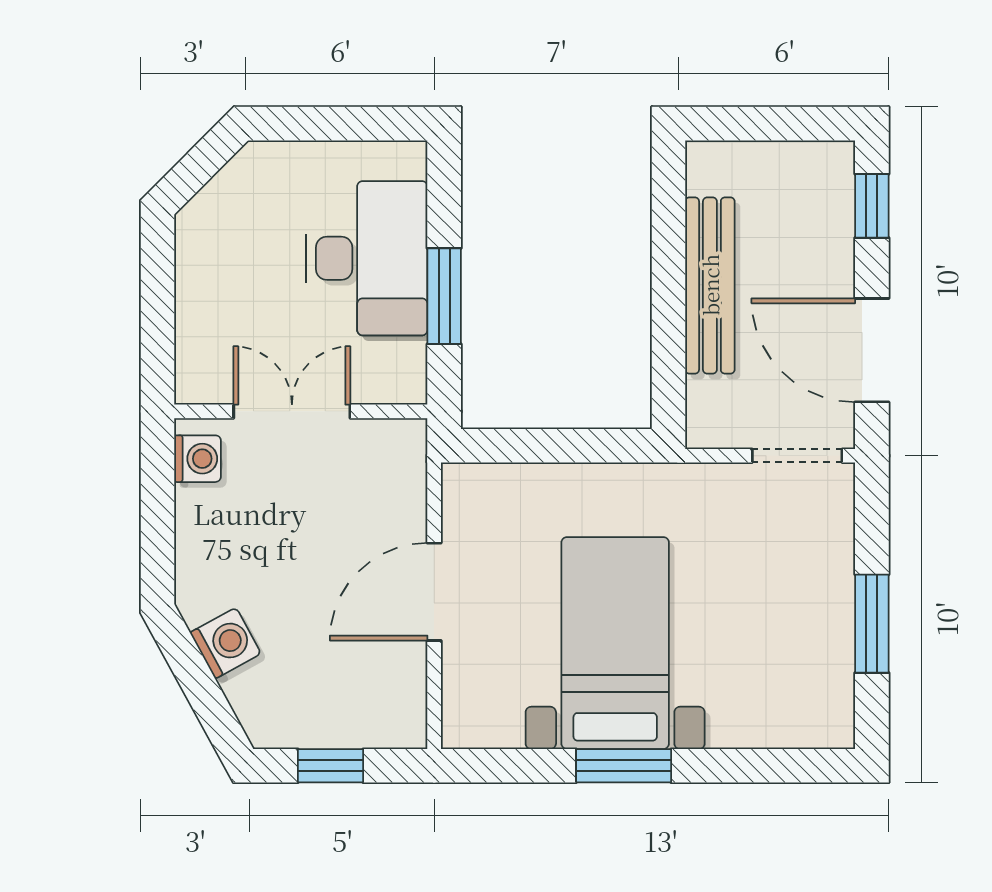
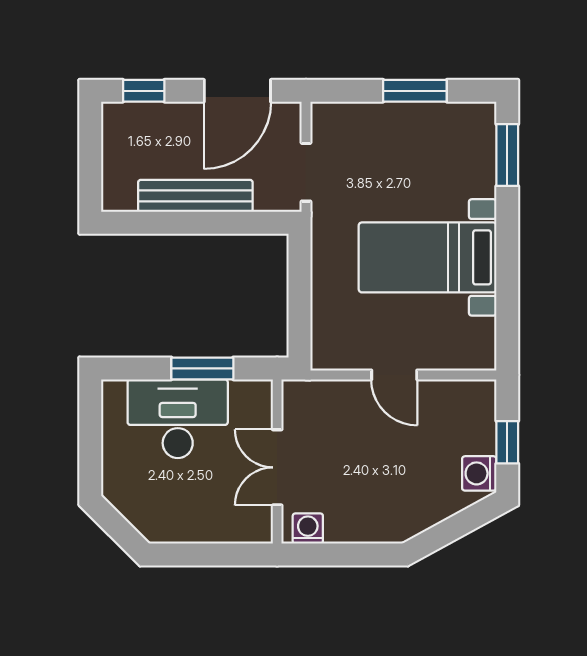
doorway: (797, 456) -> (306, 172), moved
door: (434, 592) -> (394, 375), width x0.73
washing machine: (226, 643) -> (479, 473), moved, turned -61
window: (624, 766) -> (507, 155), moved

